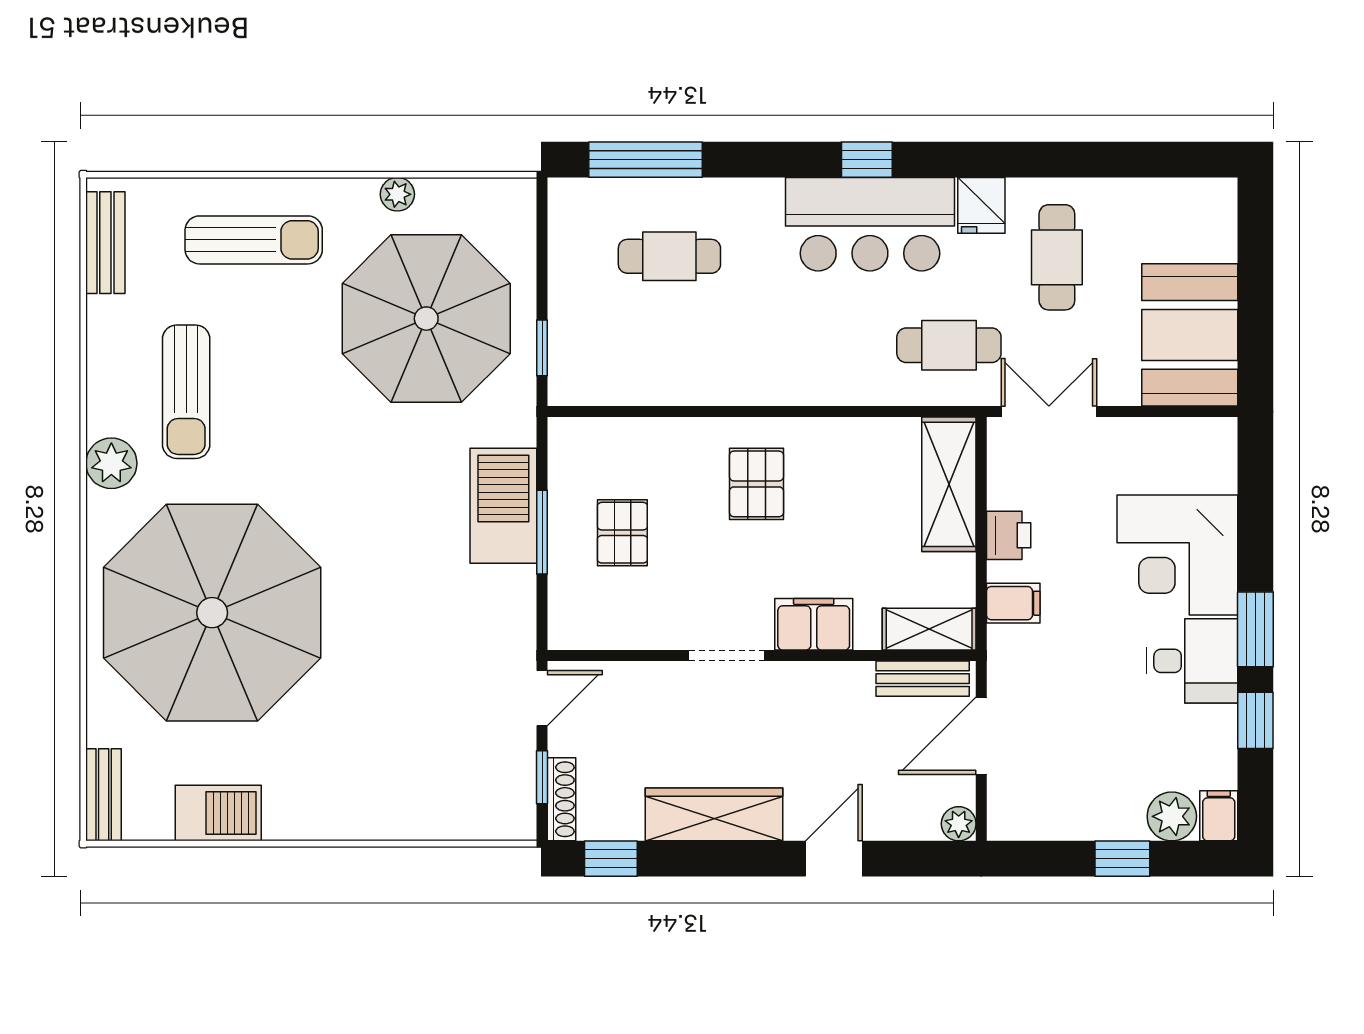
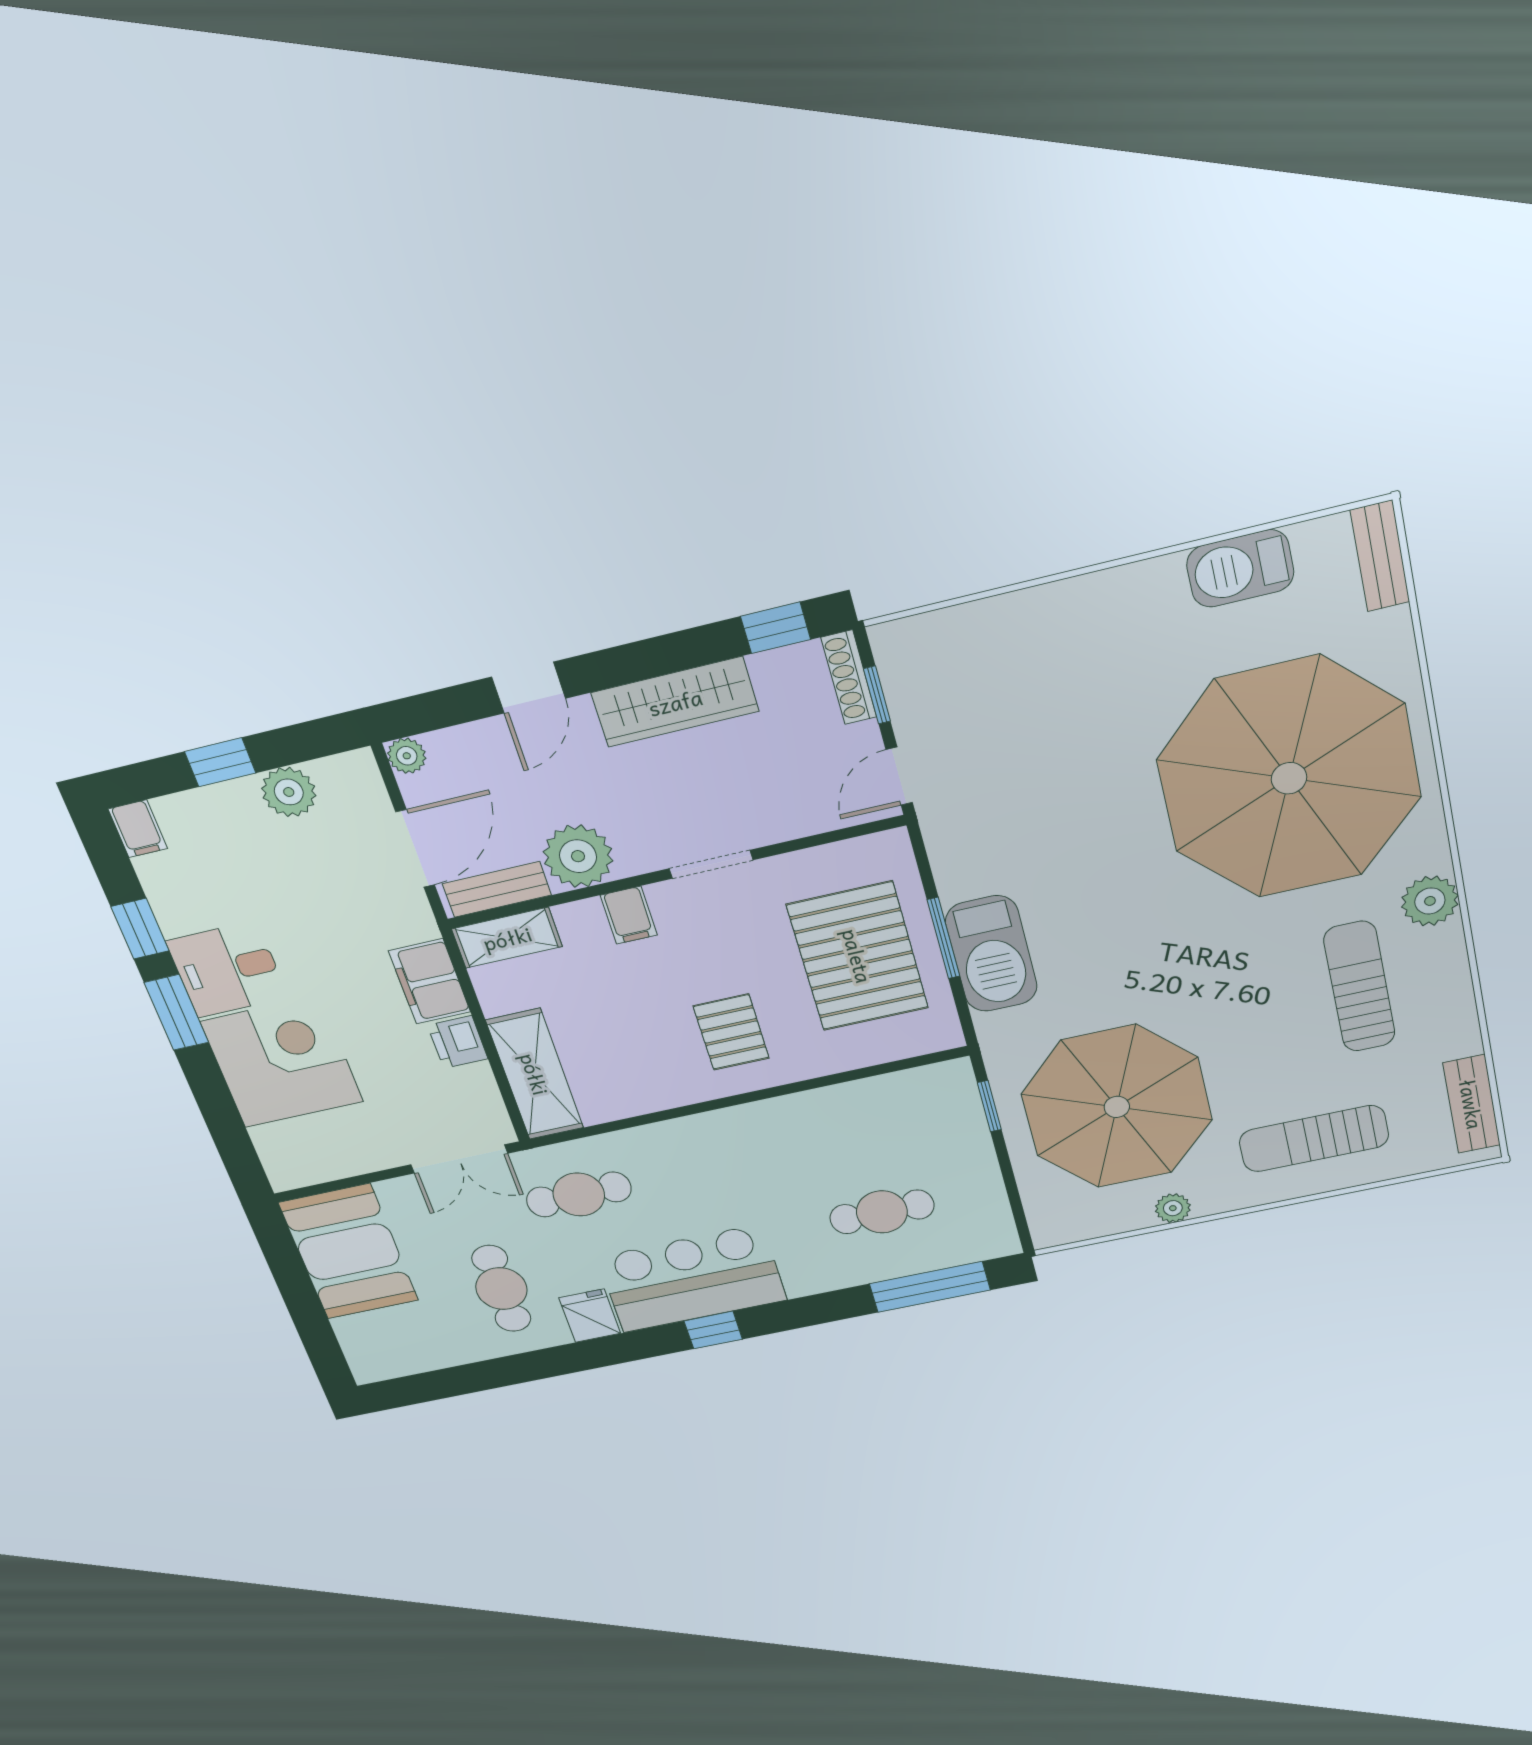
pallet: (622, 533) -> (858, 956), width x2.05, depth x2.00
filing cabinet: (1013, 603) -> (430, 981), width x2.00
filing cabinet: (814, 624) -> (629, 915), width x0.50
plant: (841, 693) -> (578, 856), added
plant: (1172, 816) -> (289, 792), moved

